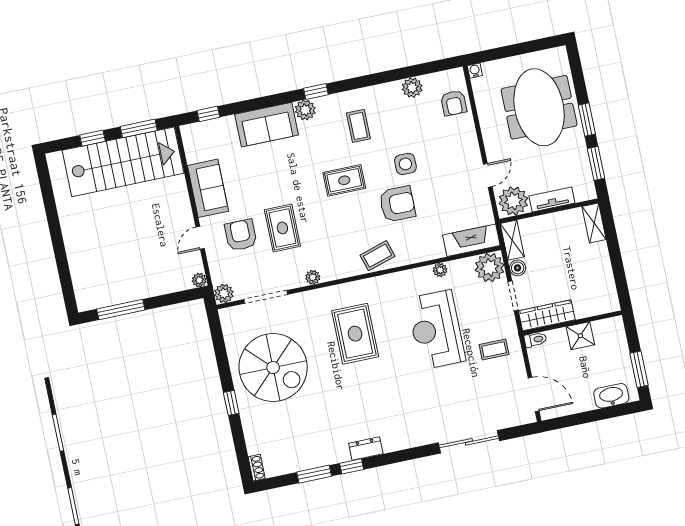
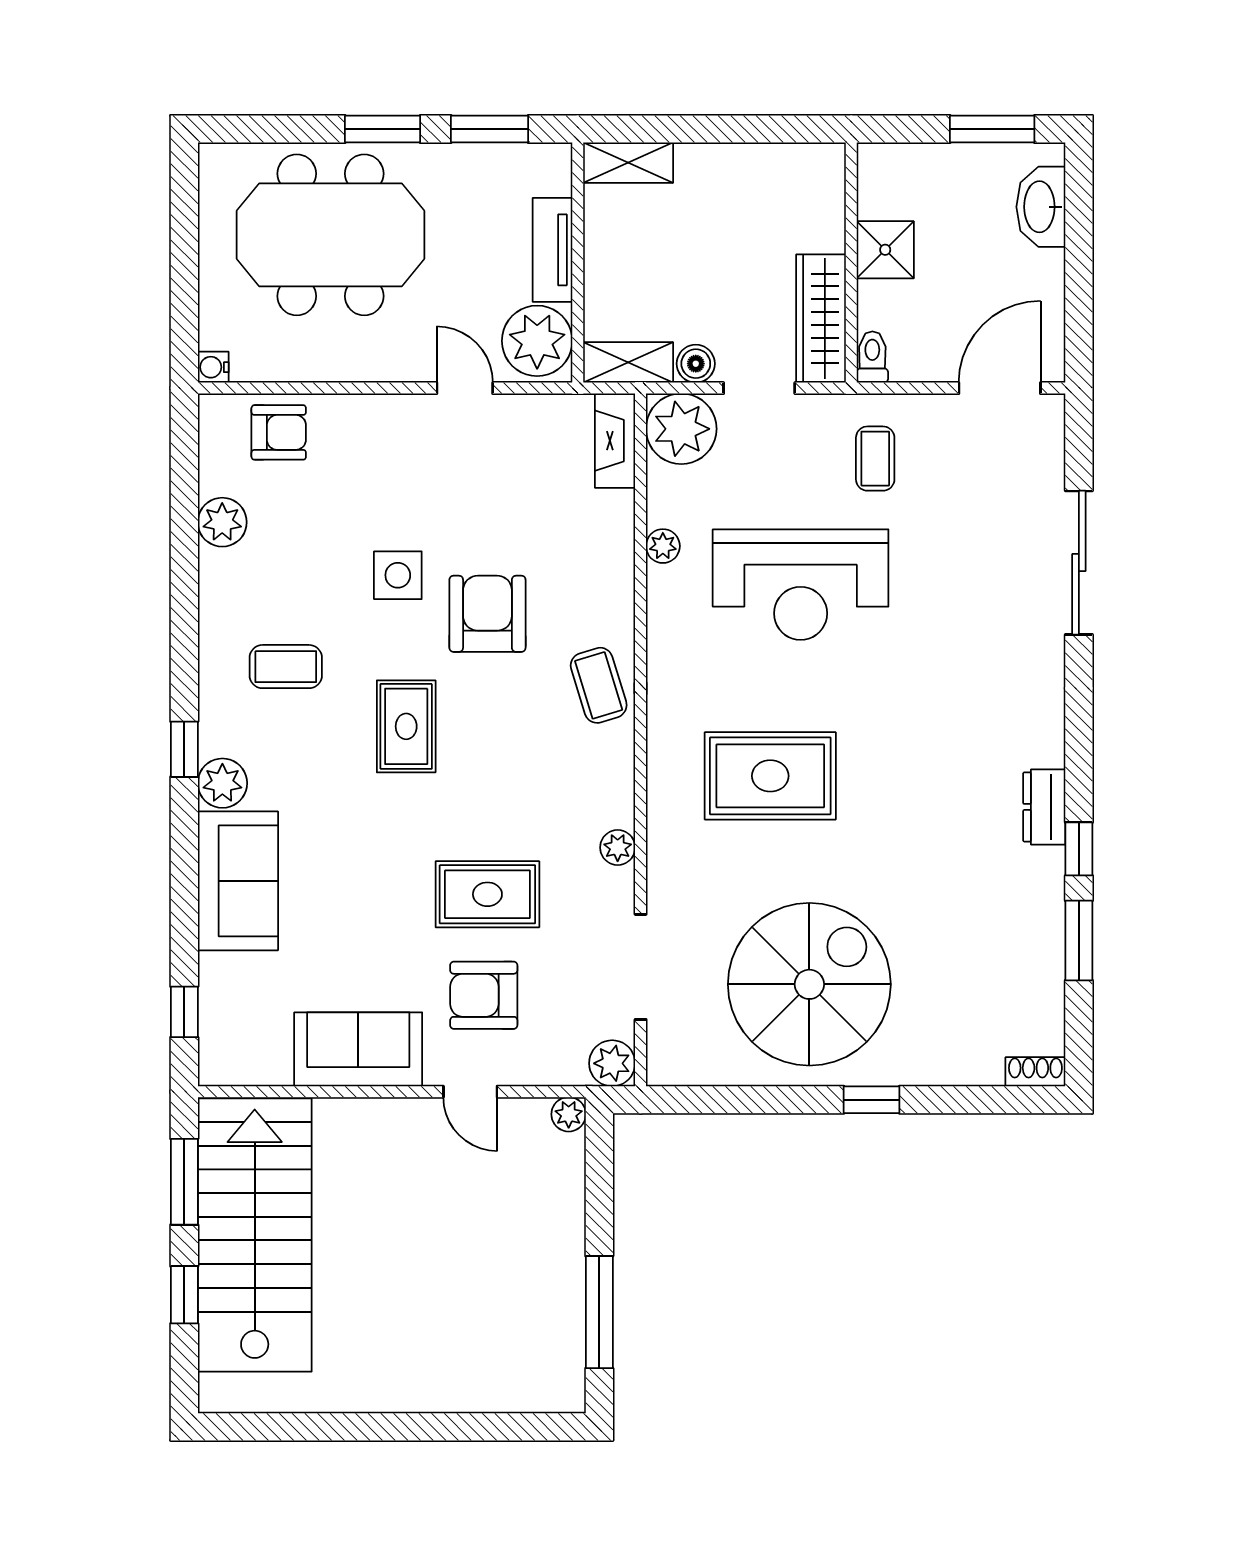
fireplace: (471, 240) -> (615, 441), width x0.73, depth x0.76

